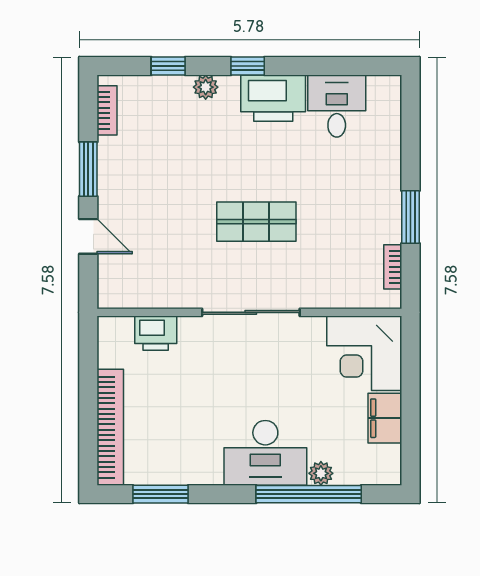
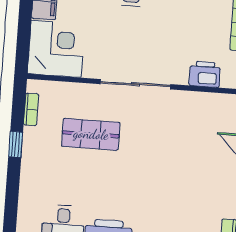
window: (410, 217) -> (16, 144), width x0.67
shop shelf: (256, 222) -> (91, 134), moved

